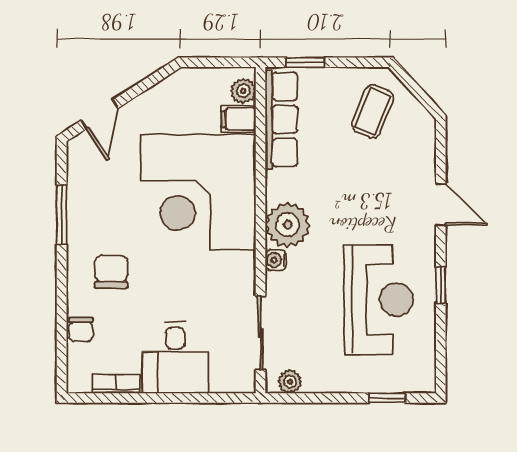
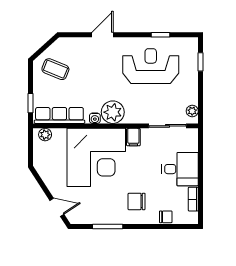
filing cabinet: (238, 119) -> (133, 137), moved
water cooler: (276, 260) -> (95, 118), moved
window: (441, 285) -> (160, 35), moved

